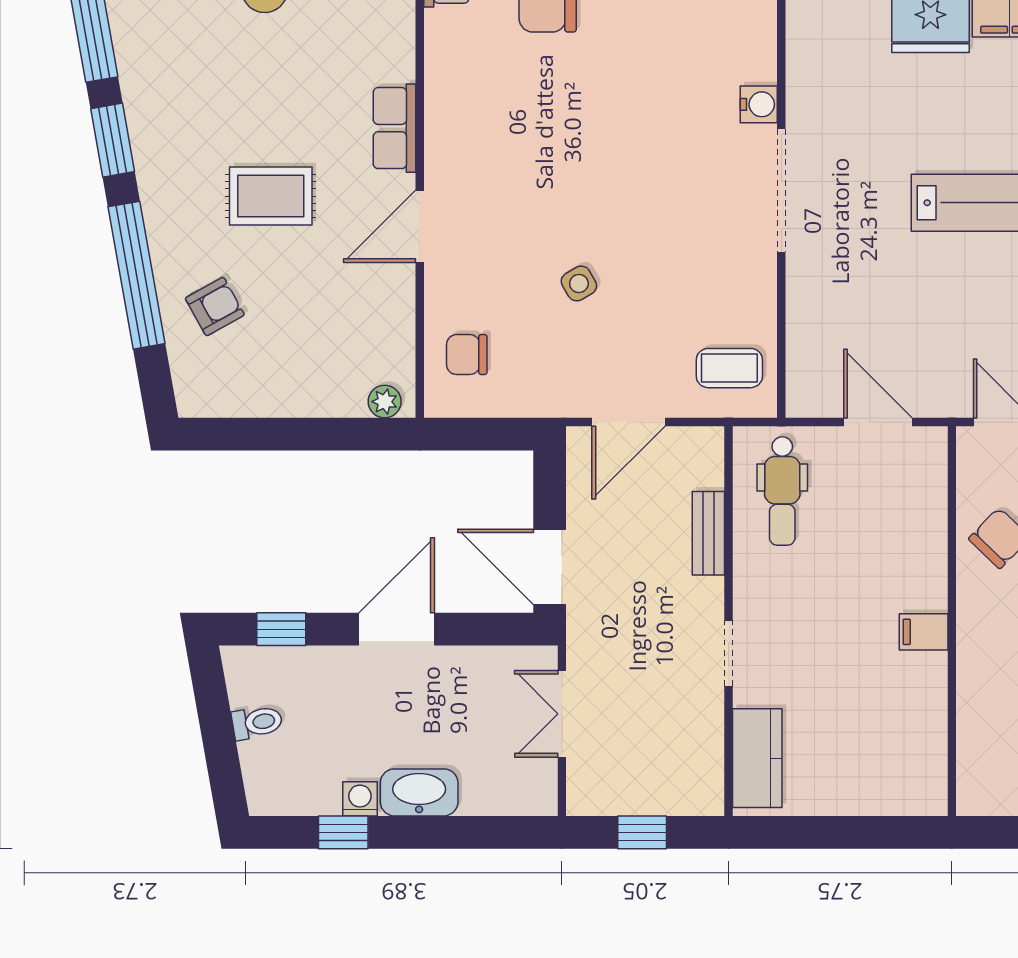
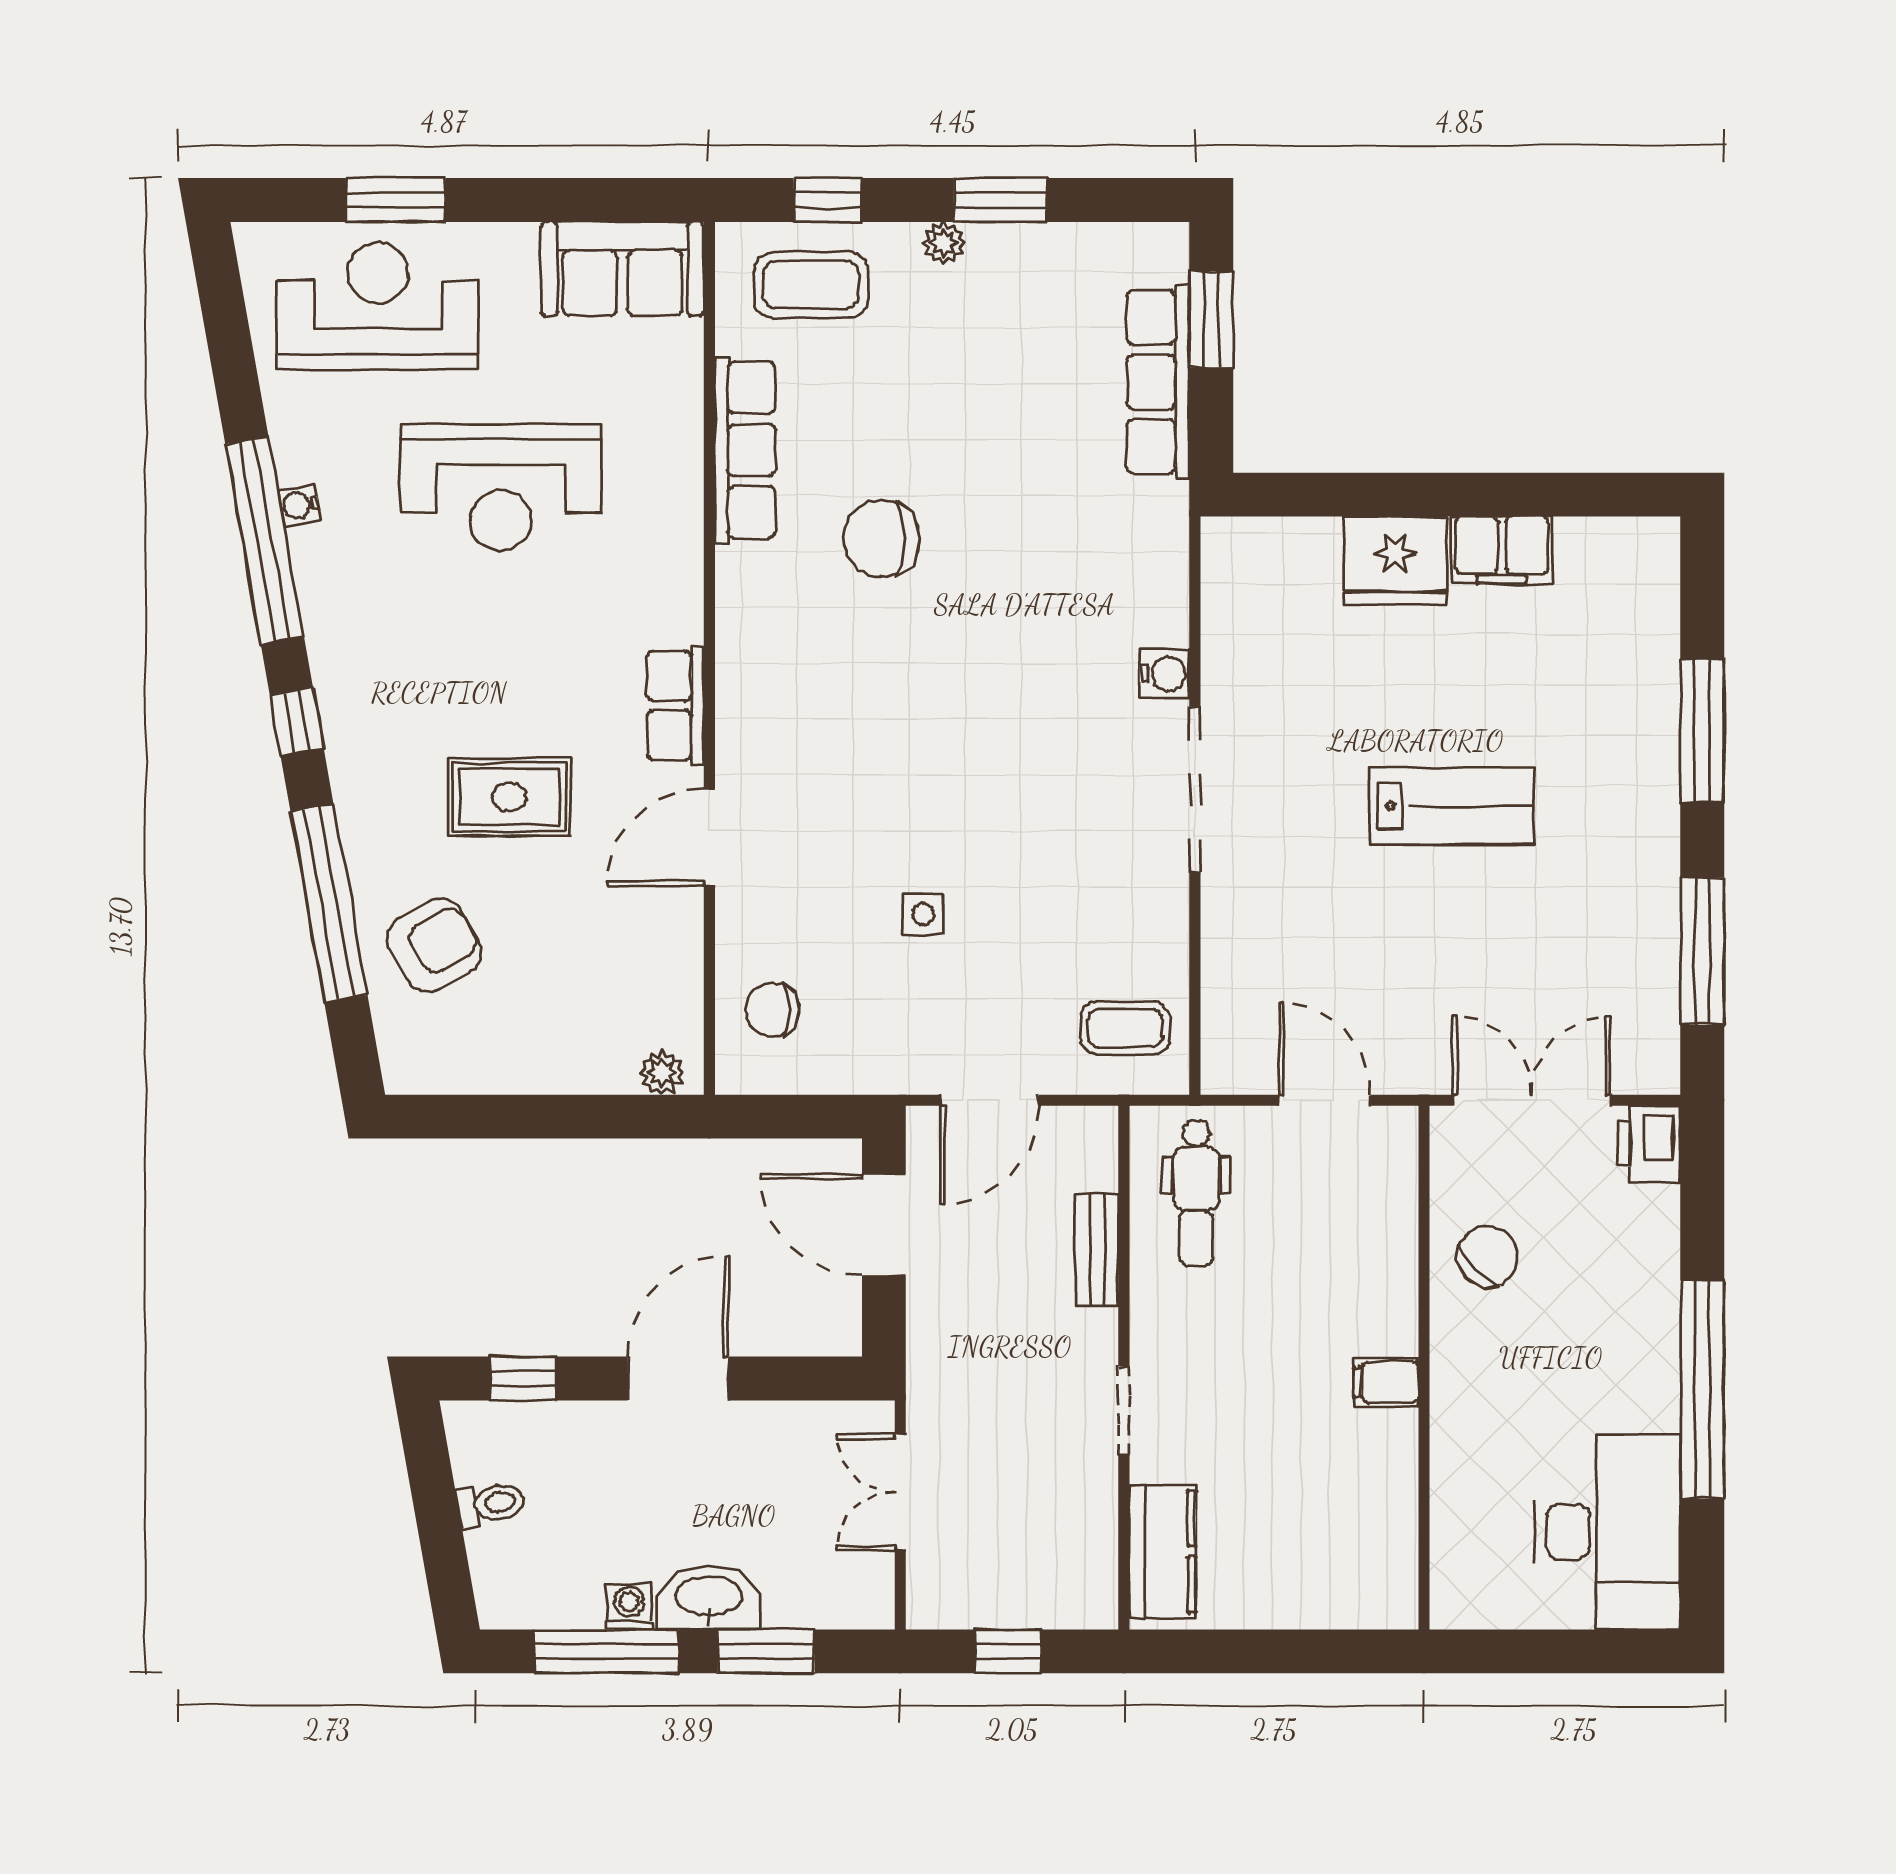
window: (113, 140) -> (297, 722), width x0.67
side table: (579, 284) -> (923, 914), turned 30
armchair: (215, 307) -> (434, 945), width x1.38, depth x1.38
door: (550, 567) -> (884, 1225), moved
window: (343, 832) -> (606, 1651), width x2.17
window: (462, 832) -> (766, 1651), added

